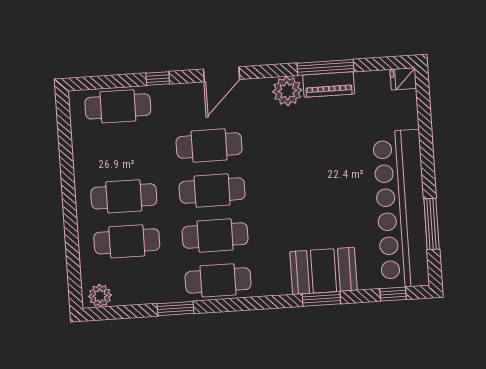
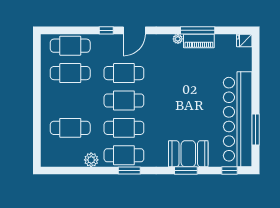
window: (158, 79) -> (106, 30), moved
plant: (287, 91) -> (178, 39), width x0.53, depth x0.53
cafe table: (124, 196) -> (70, 73), moved
plant: (100, 296) -> (91, 160), moved
window: (175, 309) -> (129, 171), moved

